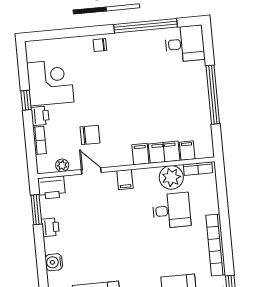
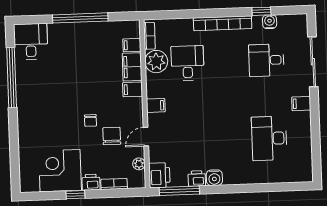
chair: (100, 45) -> (90, 120), moved
window: (36, 210) -> (179, 191), width x1.44
water cooler: (54, 262) -> (214, 178), moved

